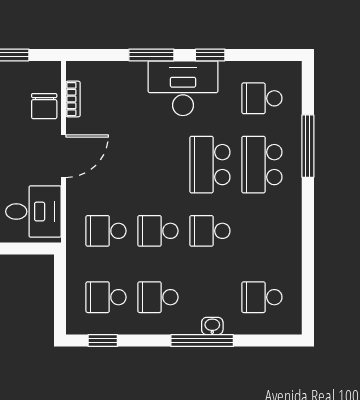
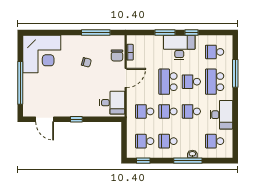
school desk: (158, 165) -> (168, 82), added
school desk: (210, 165) -> (191, 82), width x0.54
desk: (277, 238) -> (221, 115), added

